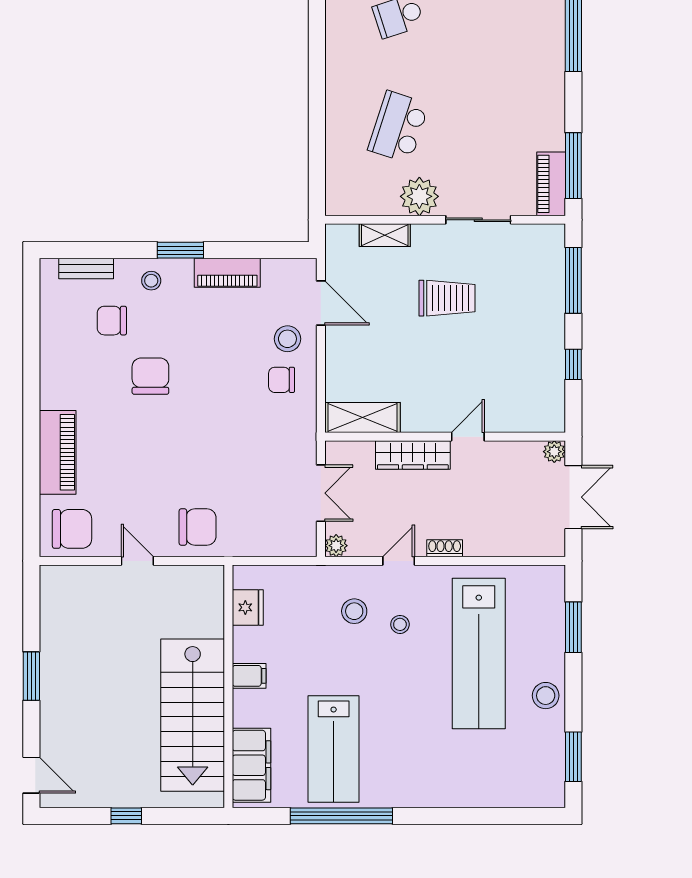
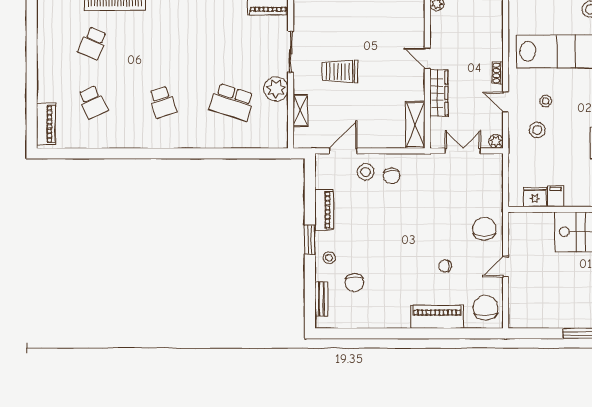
trolley: (447, 298) -> (340, 71), turned -90
chair: (150, 376) -> (445, 266), moved, width x0.54, depth x0.54
filing cabinet: (249, 676) -> (556, 196), moved

